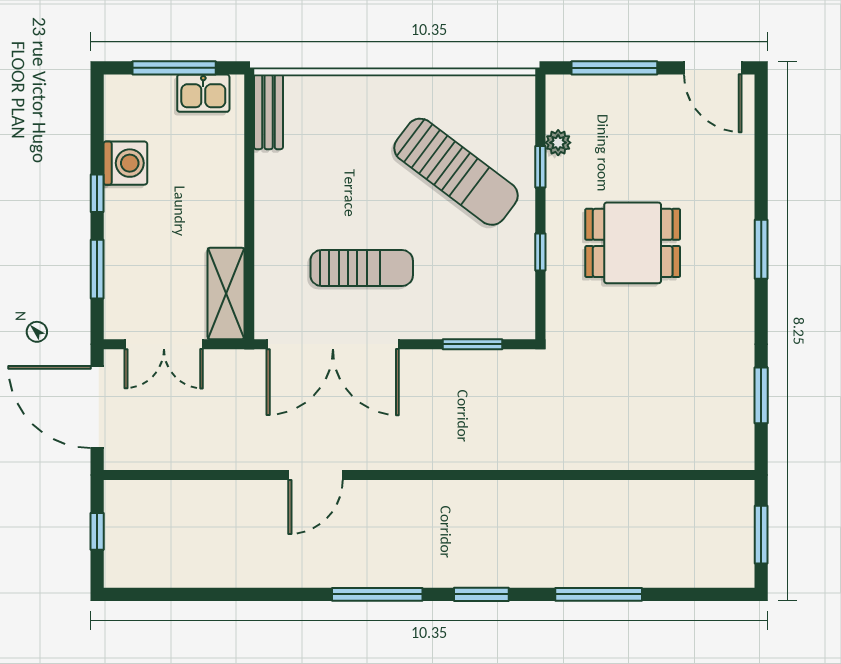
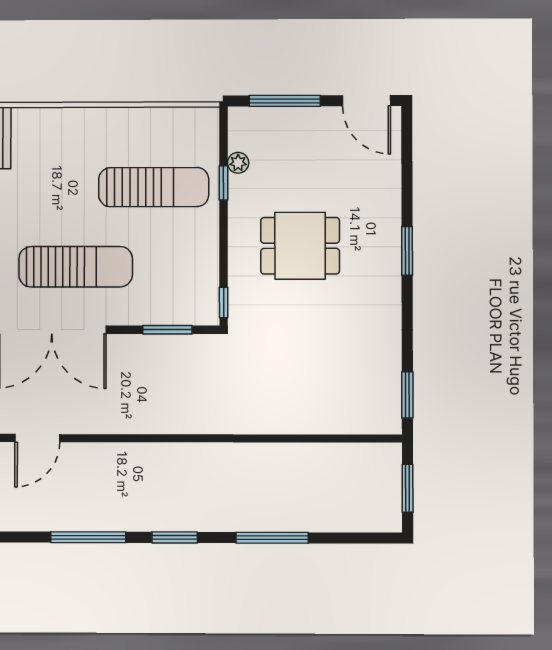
sun lounger: (456, 172) -> (154, 187), turned -37
window: (540, 252) -> (224, 302), moved
sun lounger: (362, 268) -> (76, 267), width x1.36, depth x1.34
window: (761, 395) -> (407, 395), moved

